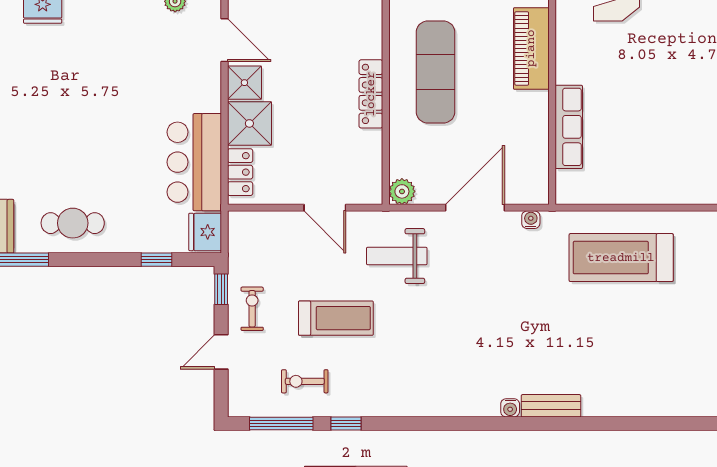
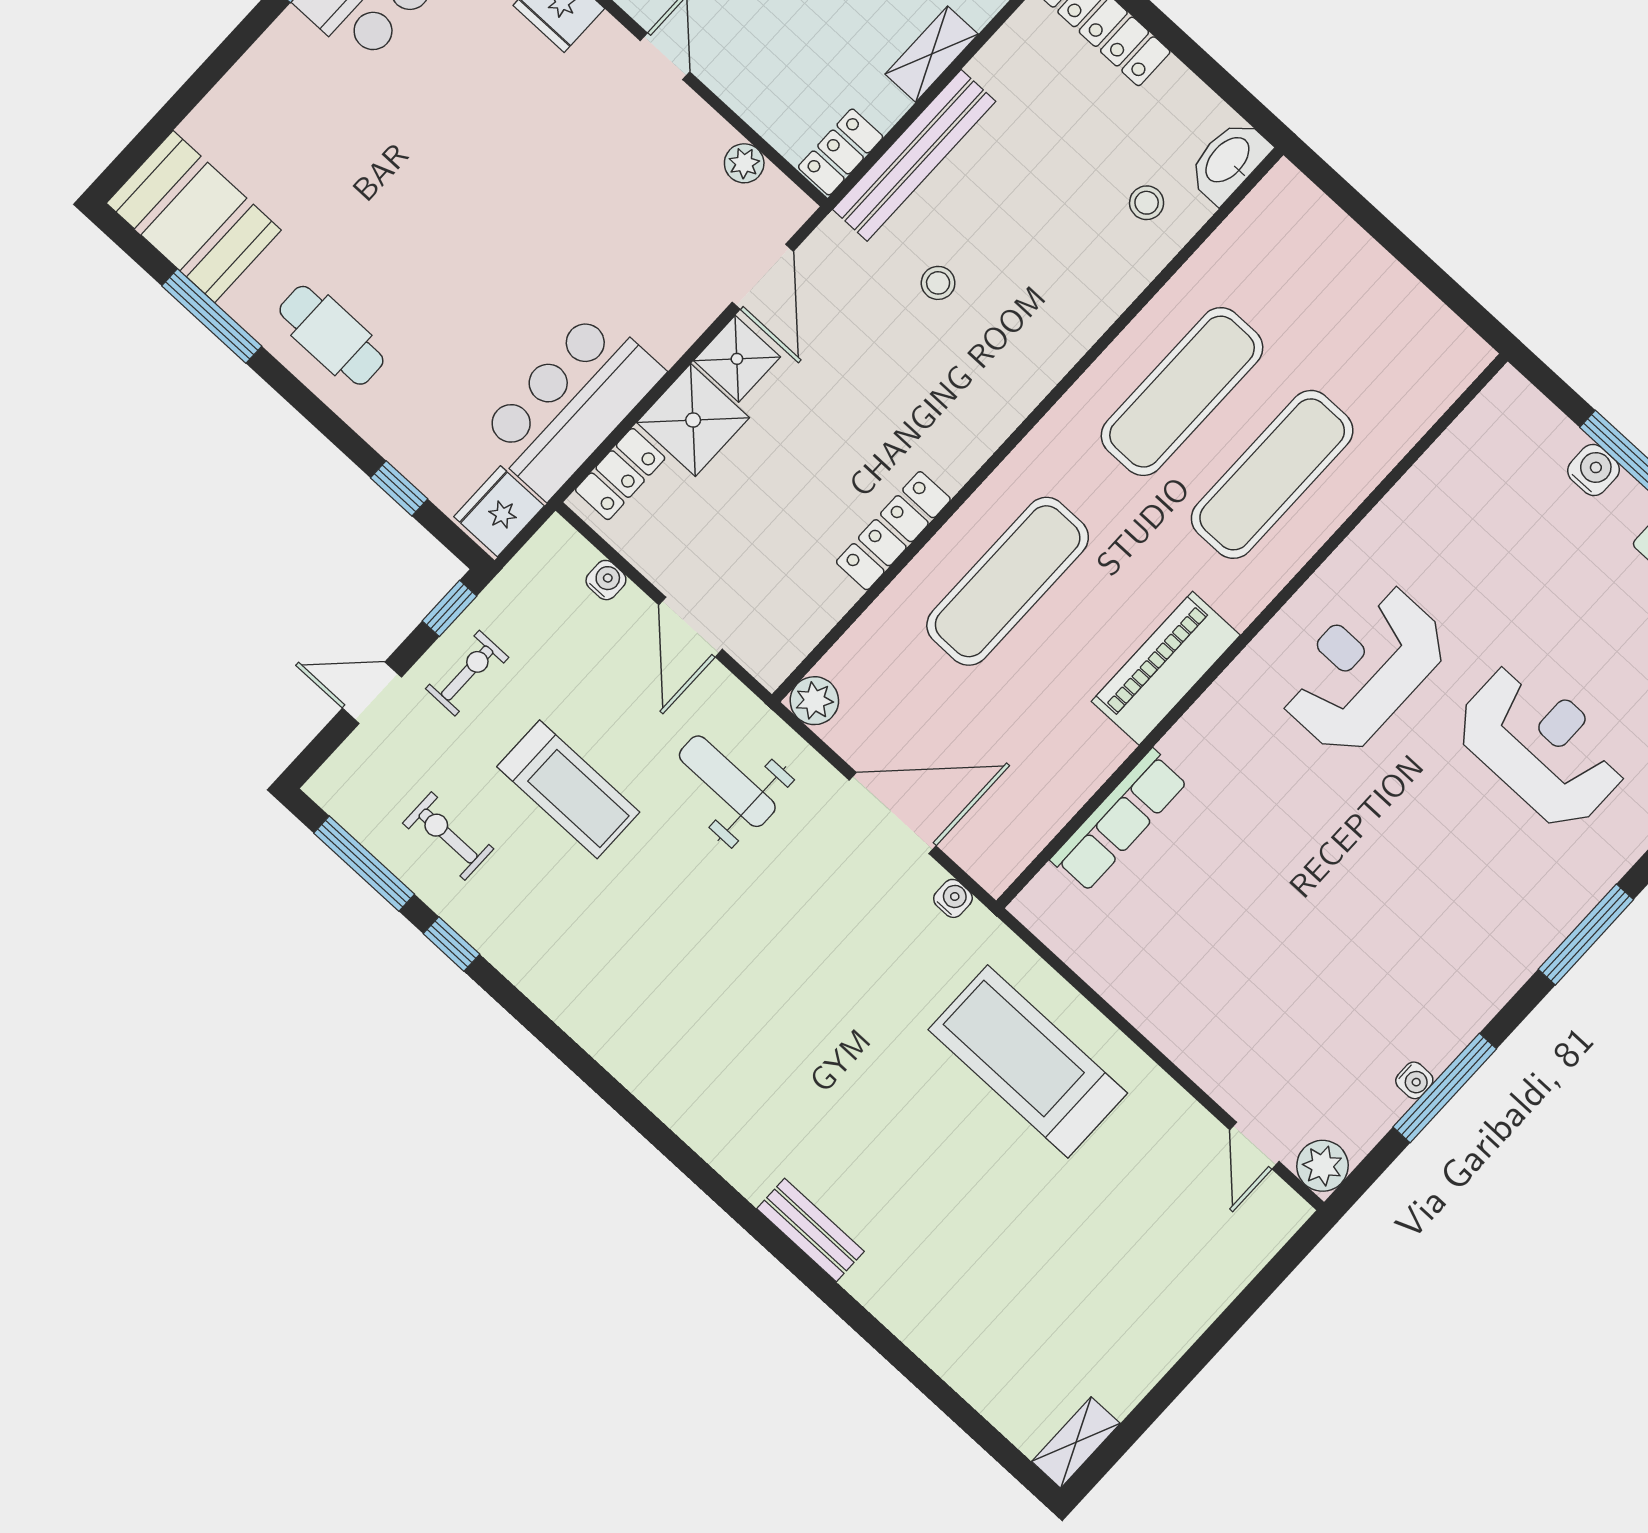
bench: (551, 406) -> (810, 1230), moved
water cooler: (510, 408) -> (606, 580), moved, turned 180

